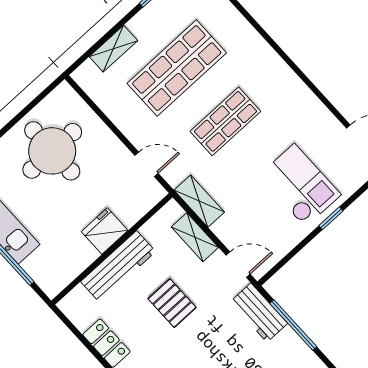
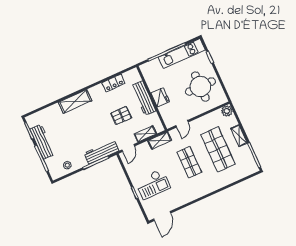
shelving: (113, 49) -> (239, 136), moved
plant: (87, 76) -> (227, 111), added
workbench: (259, 313) -> (101, 152), width x1.38

